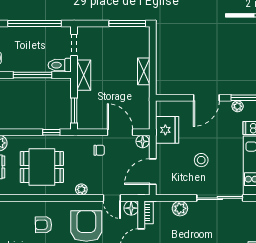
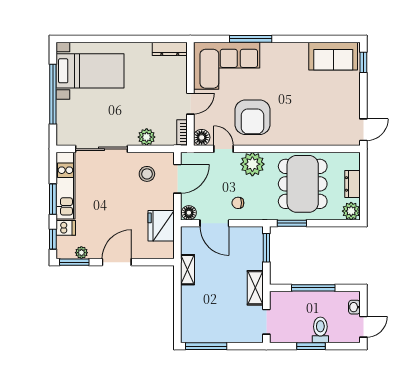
window: (35, 23) -> (311, 346), width x0.47
toilet: (60, 65) -> (320, 330), moved, turned -90
shelving: (144, 71) -> (187, 270), moved
window: (51, 132) -> (292, 223), width x1.50
stool: (201, 160) -> (147, 174), moved
dining table: (42, 167) -> (303, 184), width x1.38
plant: (81, 189) -> (252, 164), width x1.88, depth x1.88
armchair: (43, 225) -> (301, 119), removed

